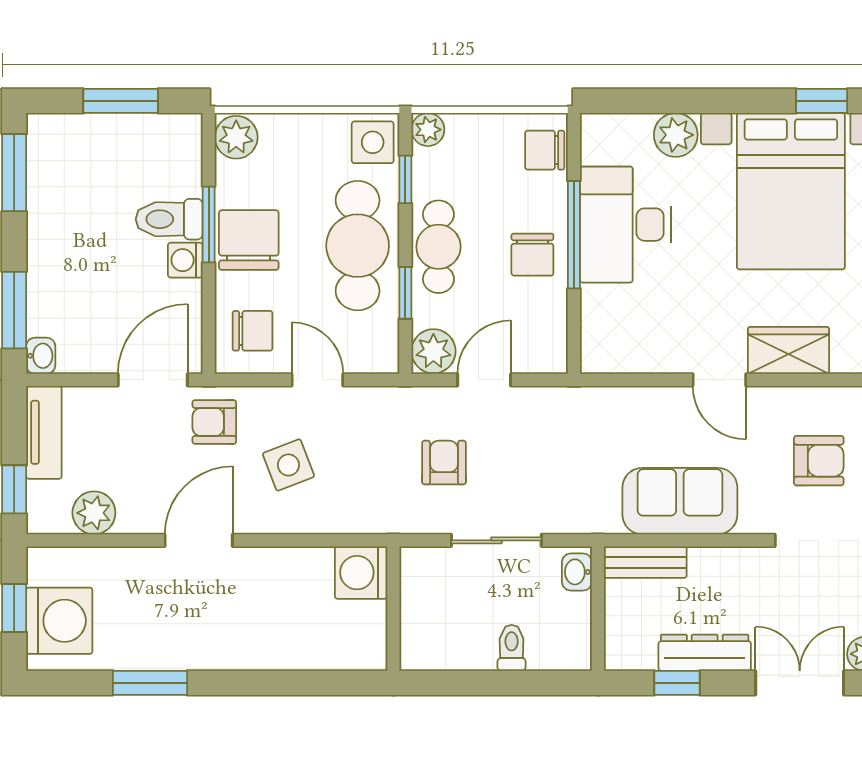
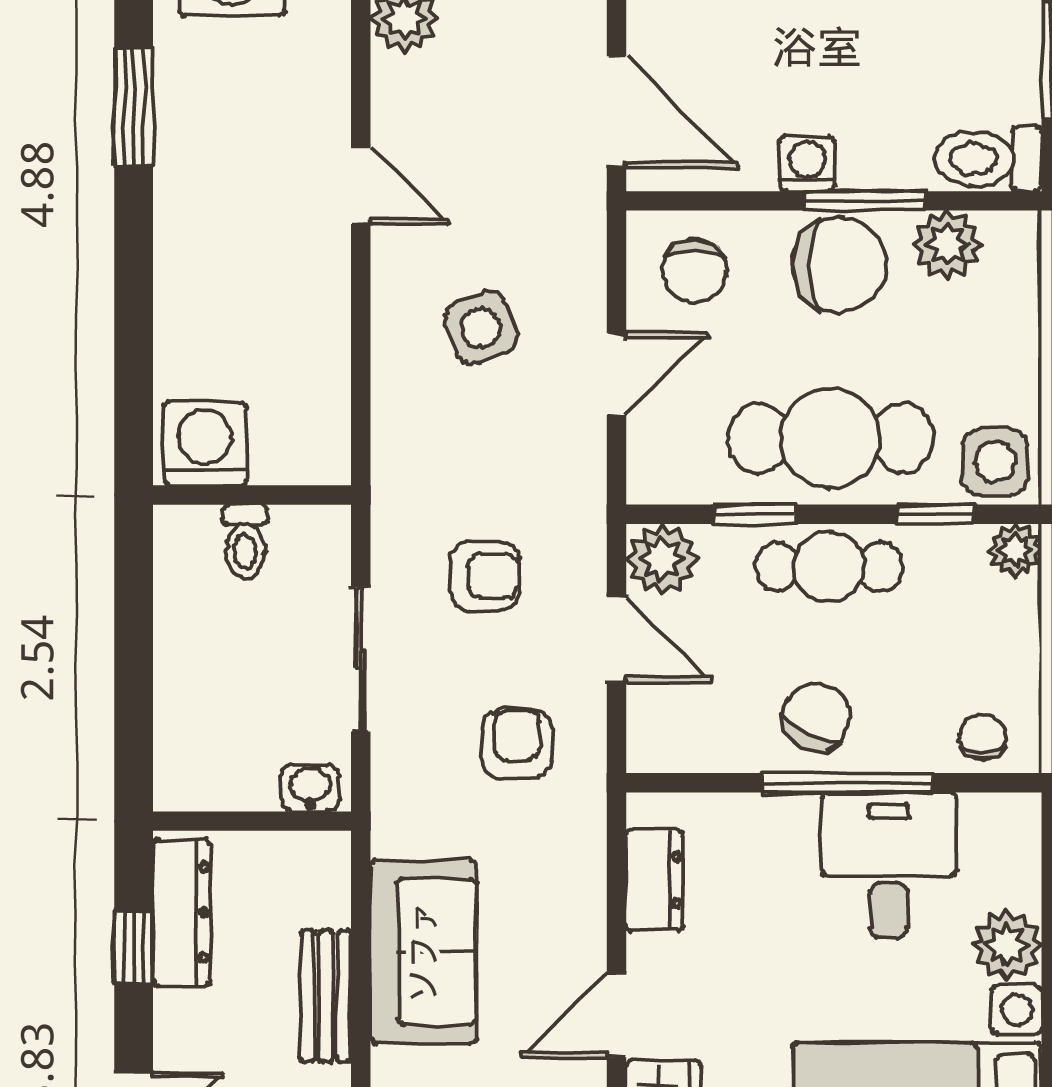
plant: (236, 137) -> (947, 245), moved
chair: (545, 150) -> (983, 736), width x0.73, depth x0.73
toilet: (169, 219) -> (988, 159), moved, turned -90
desk: (625, 225) -> (889, 865), width x0.73
chair: (532, 255) -> (816, 717), turned 115
dresser: (635, 356) -> (655, 880), added
armchair: (214, 422) -> (517, 744), moved
door: (199, 540) -> (361, 185), width x0.73
bench: (645, 562) -> (326, 996), moved
washing machine: (361, 573) -> (205, 444), moved
toilet: (512, 648) -> (245, 541), moved, turned 90
dresser: (705, 653) -> (182, 912), moved

